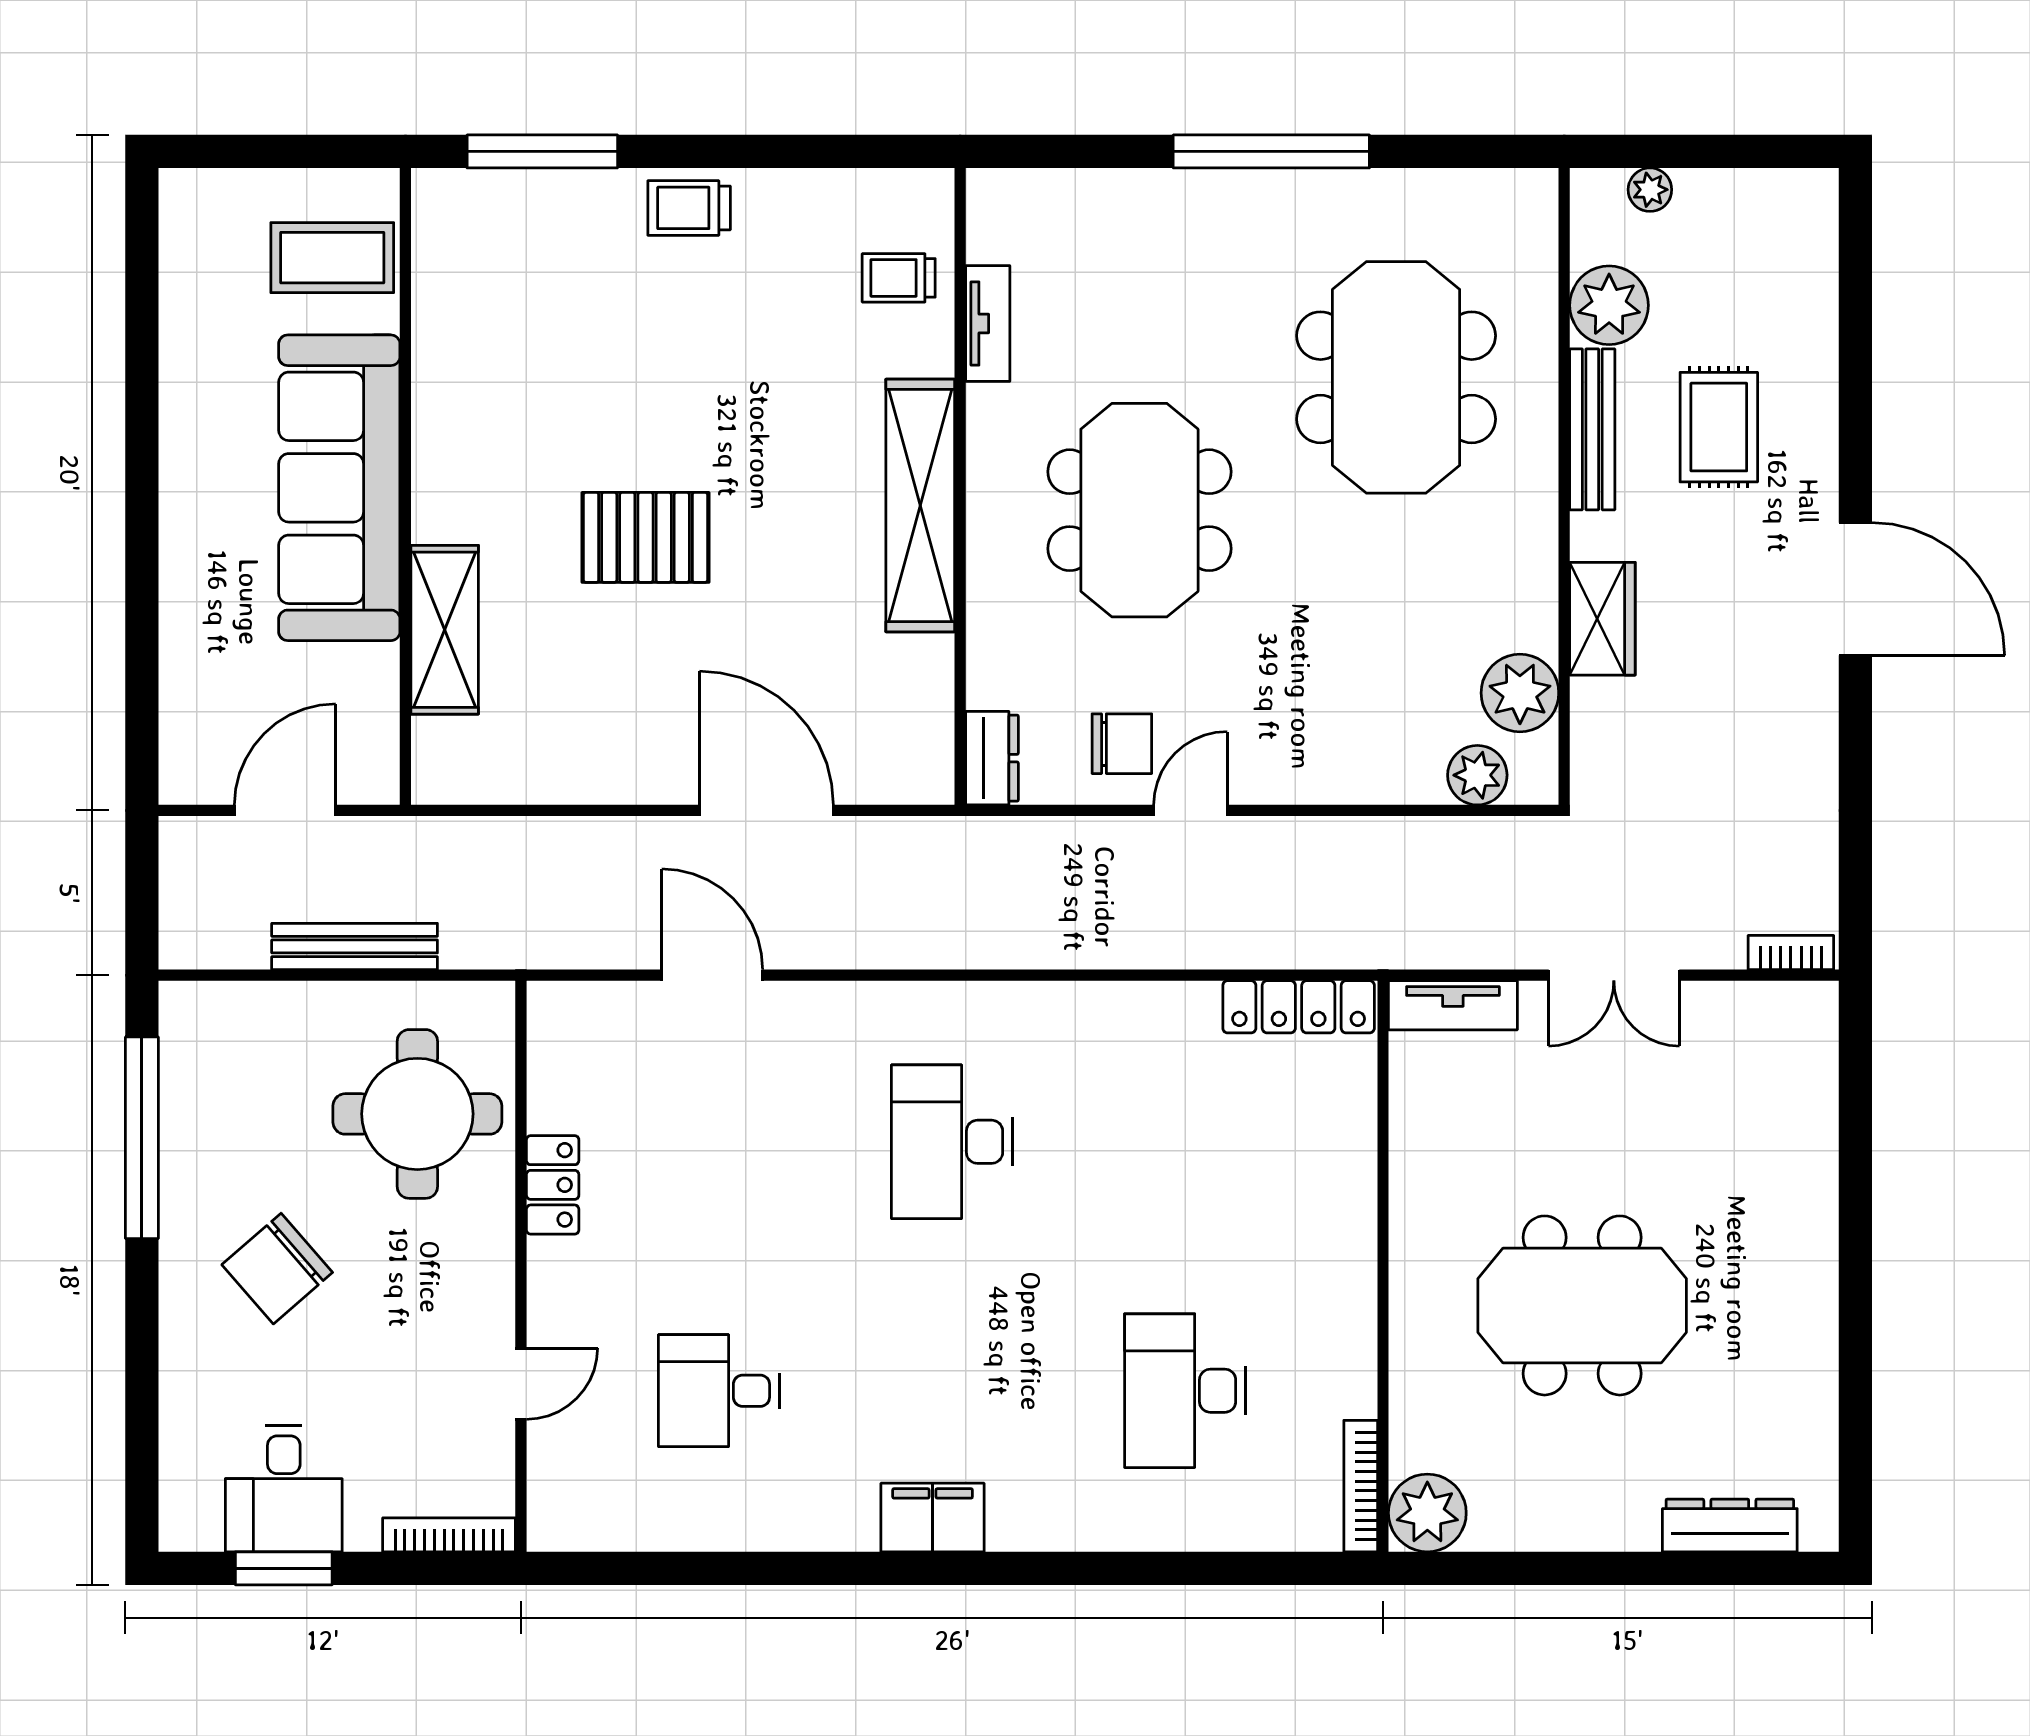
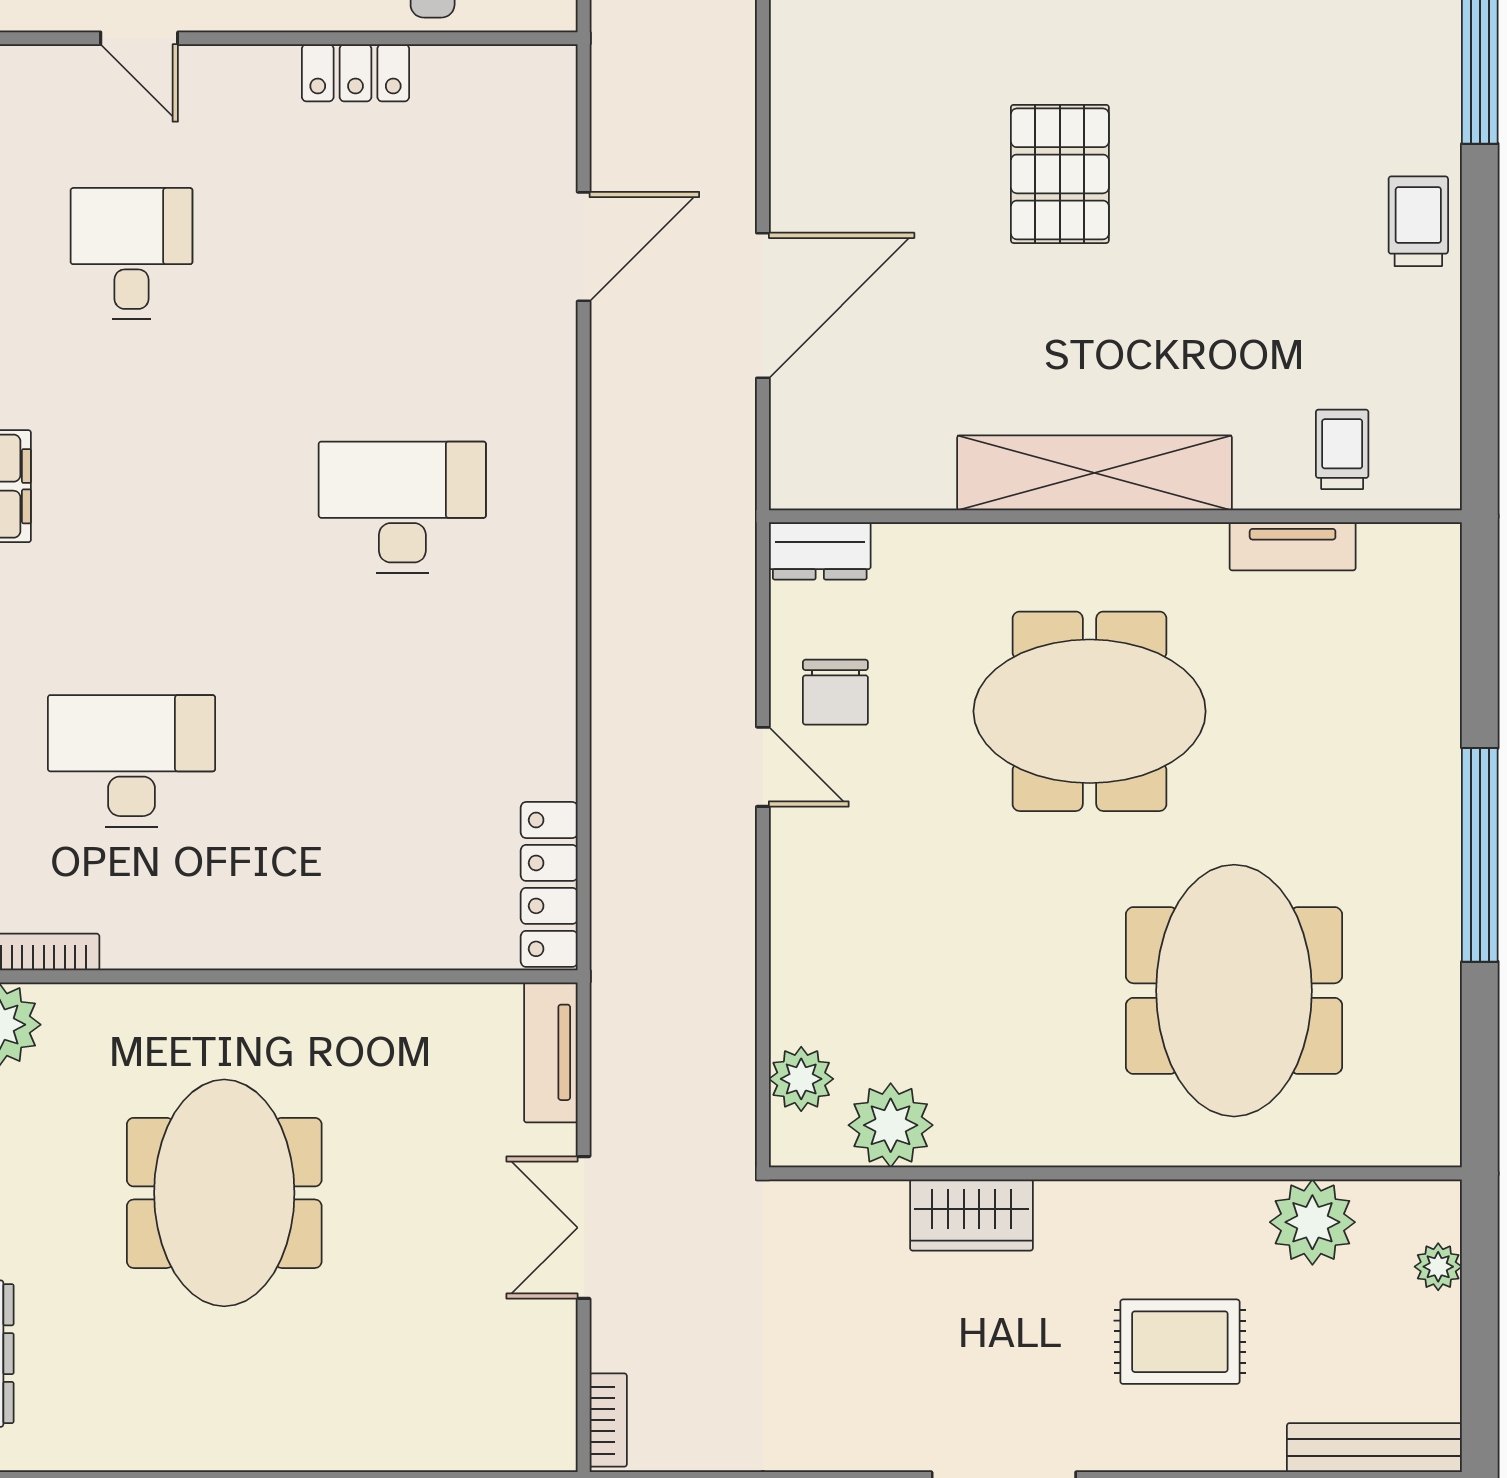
meeting table: (1396, 377) -> (1234, 991), turned 90
bench: (1592, 429) -> (1374, 1448), moved

